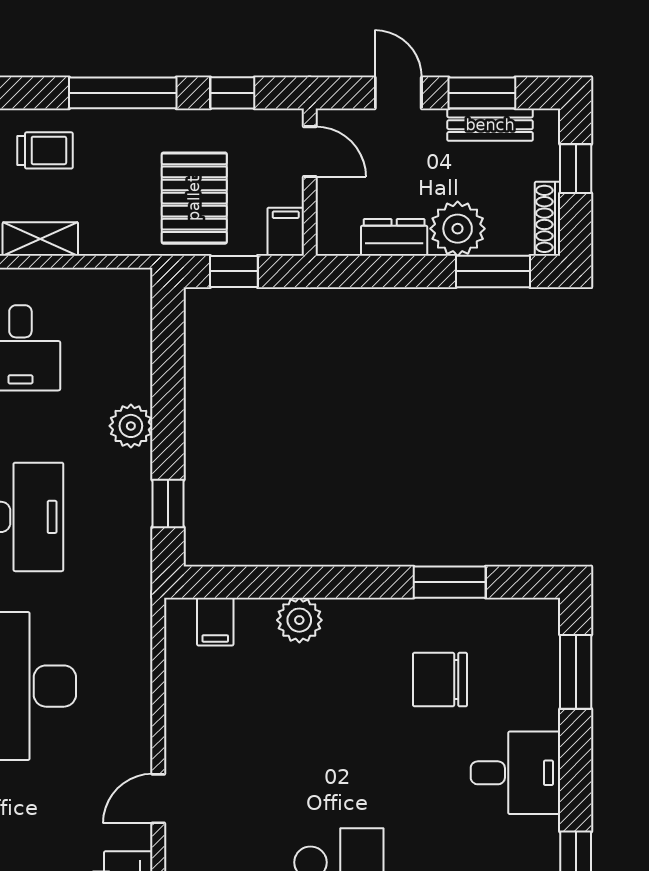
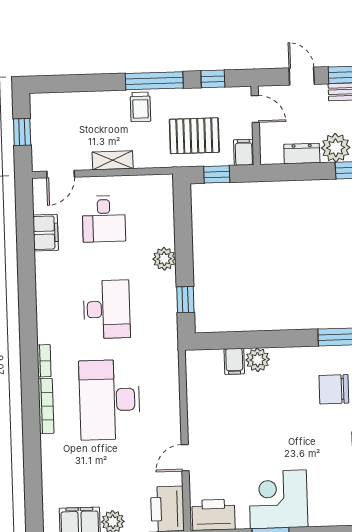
trolley: (45, 150) -> (140, 107), moved, turned 90
pallet: (194, 198) -> (194, 136), turned 90
filing cabinet: (215, 622) -> (234, 361), moved

